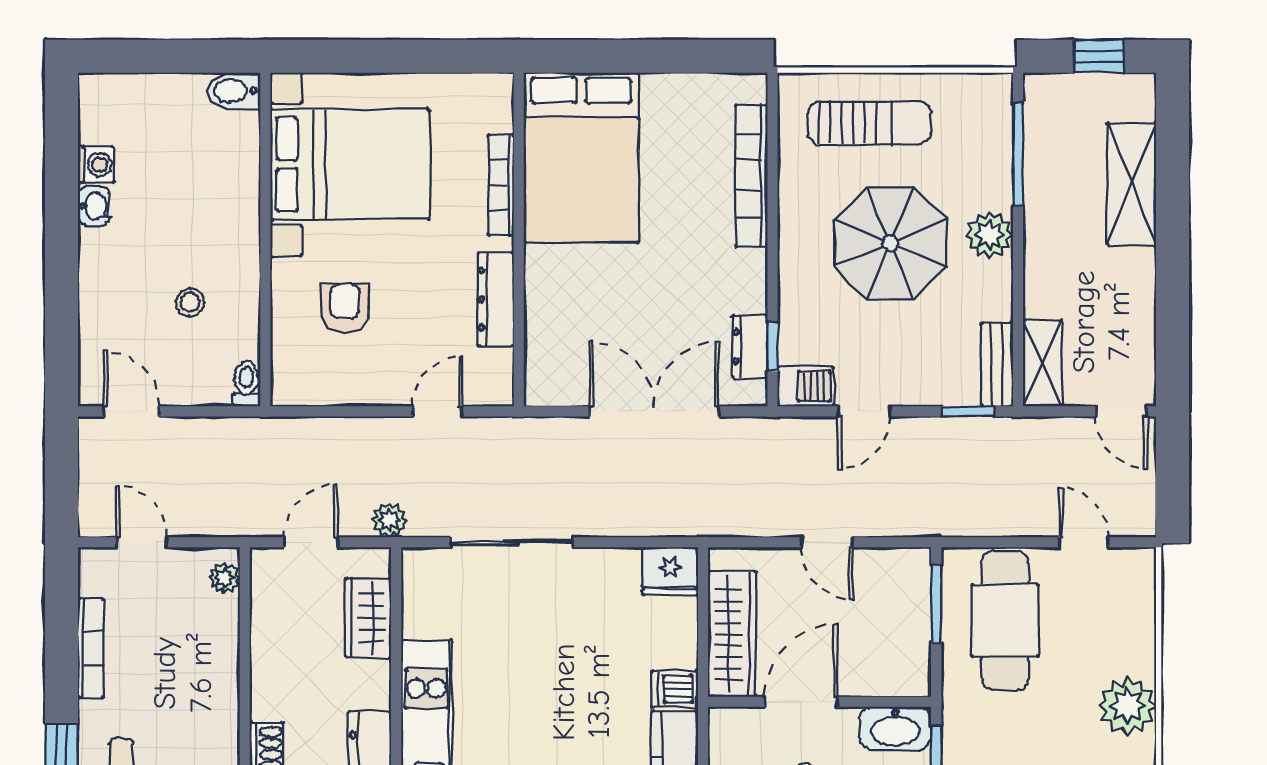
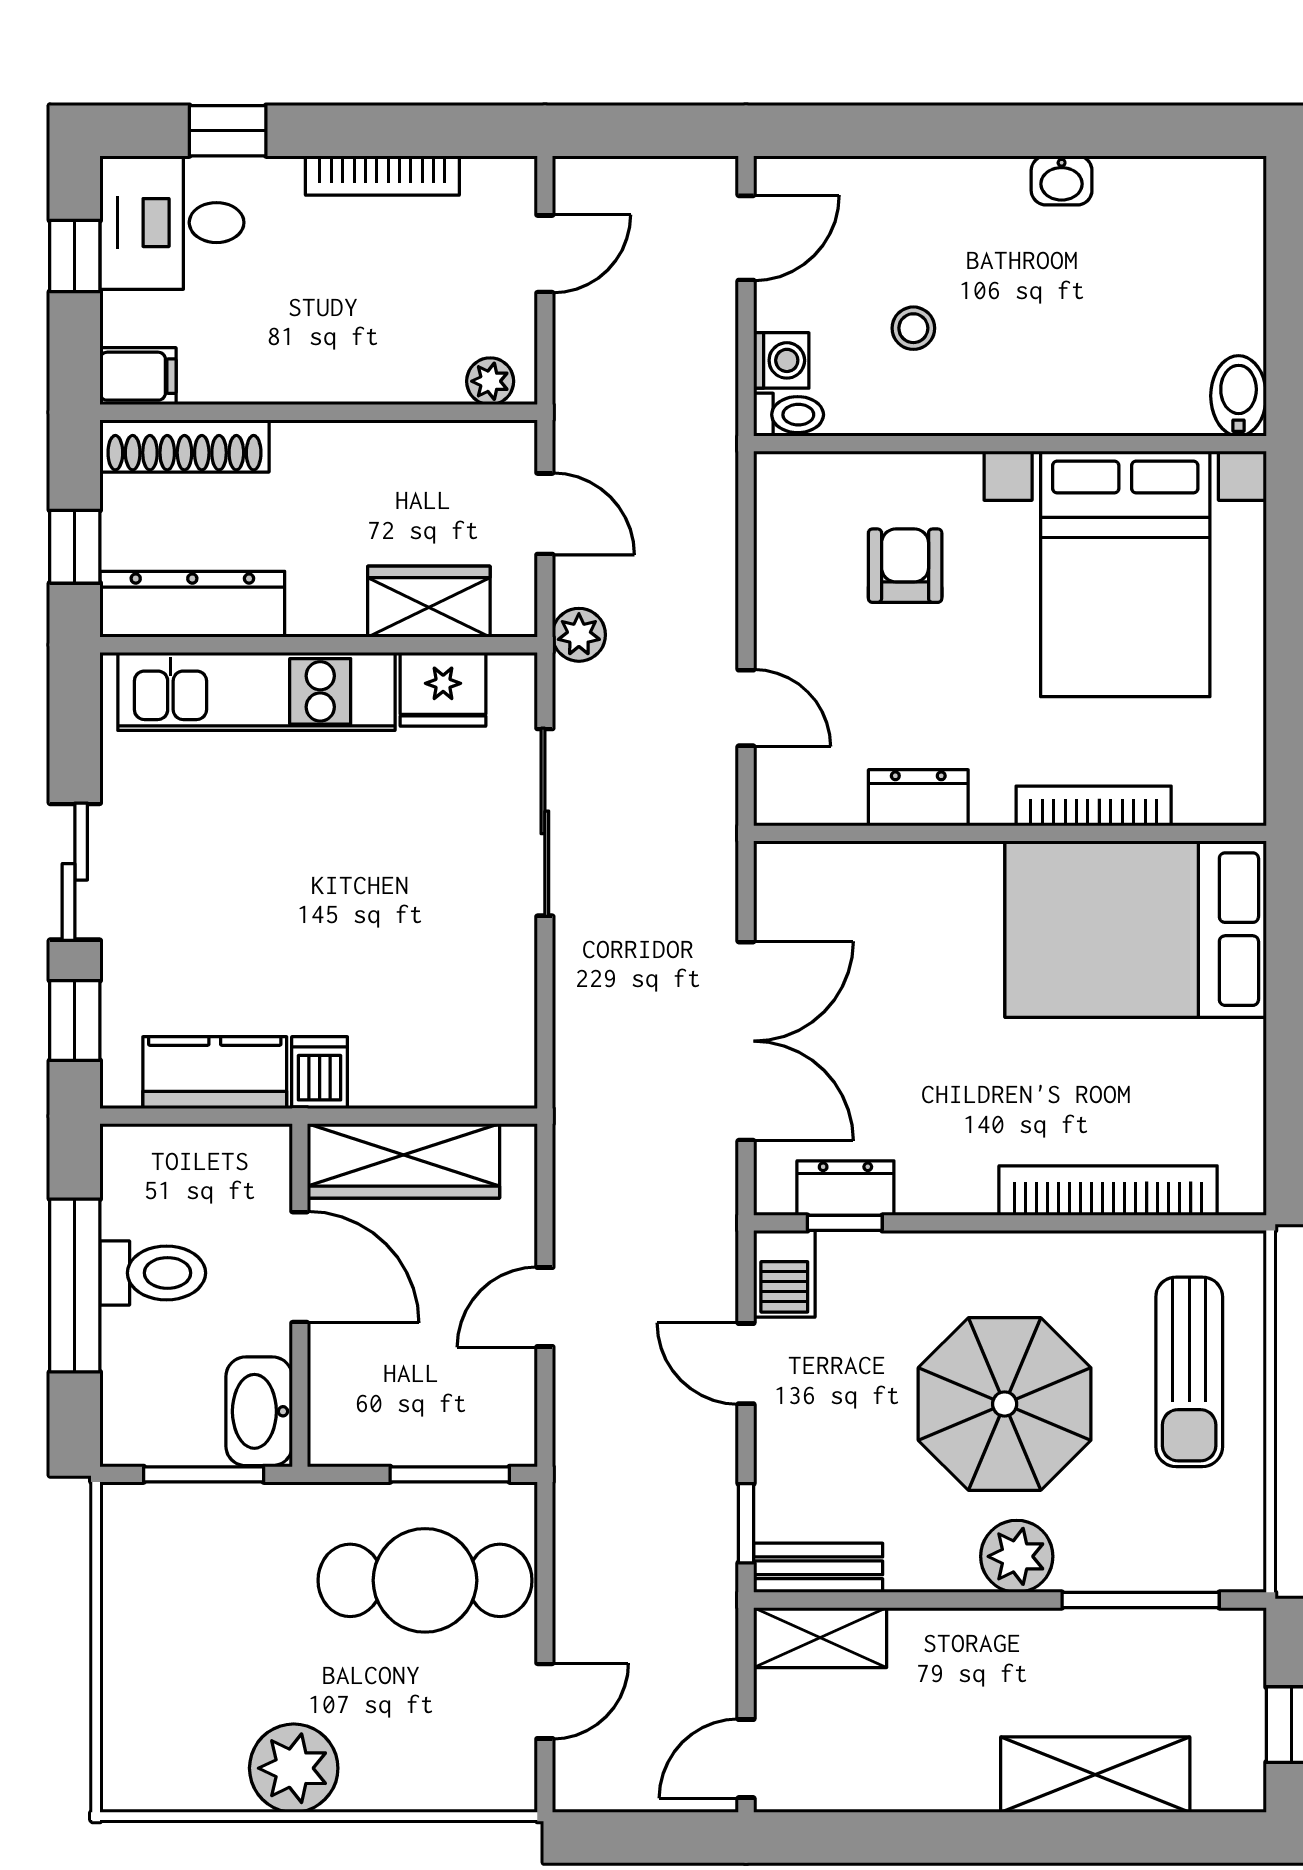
washing machine: (96, 165) -> (781, 360), moved, turned -90
dresser: (496, 299) -> (918, 798), width x0.70
armchair: (345, 308) -> (905, 566), turned -91
fridge: (670, 571) -> (443, 689), moved, turned -90

